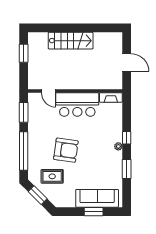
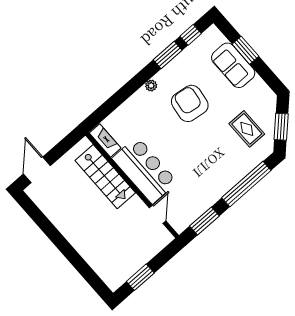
stairs: (71, 41) -> (105, 177), moved, turned 180
door: (127, 63) -> (37, 170), moved
window: (127, 138) -> (191, 35), moved
armchair: (66, 150) -> (190, 103), moved
sofa: (97, 198) -> (233, 65), width x0.73

